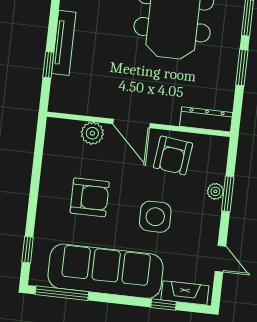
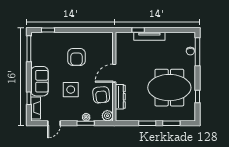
dresser: (206, 119) -> (120, 97), moved
plant: (92, 133) -> (107, 116), moved
armchair: (173, 155) -> (101, 95), turned -103
sofa: (105, 271) -> (40, 81), width x0.54, depth x0.79

